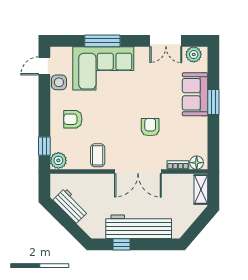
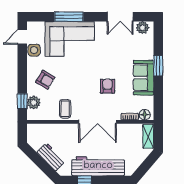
sofa: (195, 94) -> (144, 78), moved
armchair: (73, 119) -> (45, 80), turned -149
plant: (58, 160) -> (34, 103), moved
workbench: (71, 206) -> (51, 157), moved

